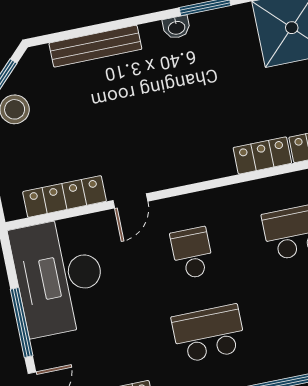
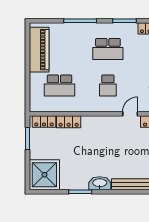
washbasin: (177, 27) -> (100, 183), width x1.91, depth x1.45

